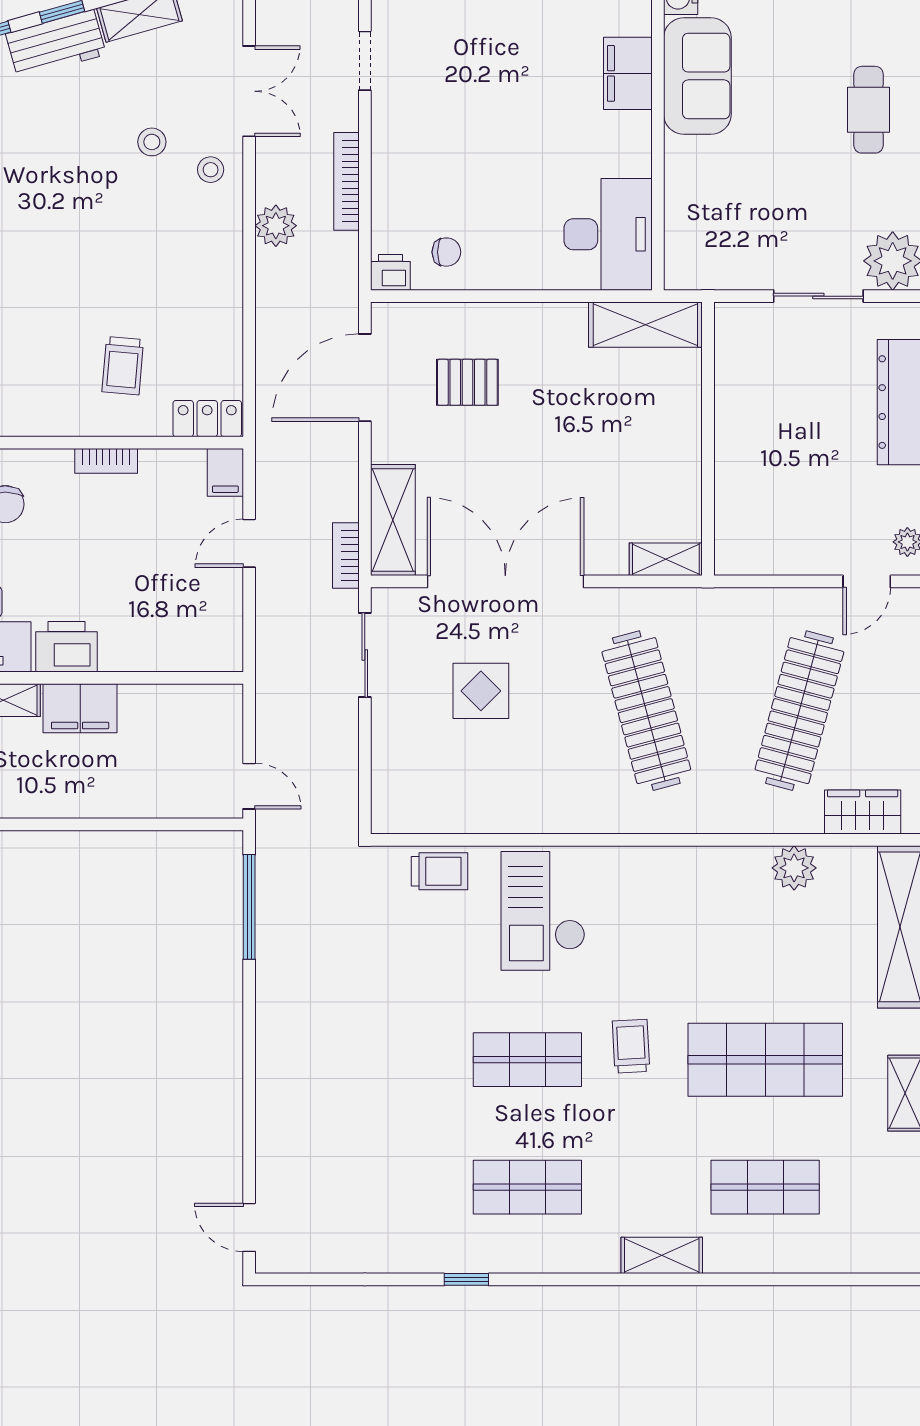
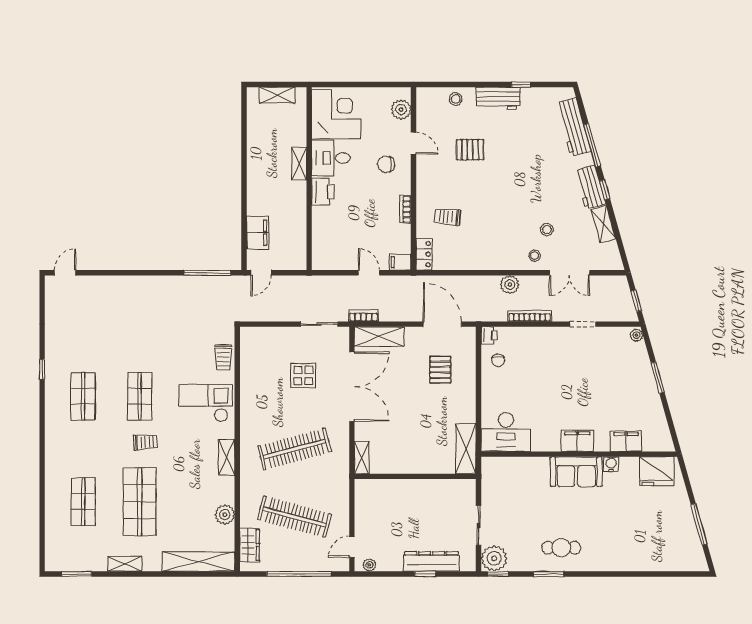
door: (867, 581) -> (352, 547), hinge flipped
filing cabinet: (80, 708) -> (258, 233), moved, turned 180
shelving: (662, 1255) -> (227, 457), moved

